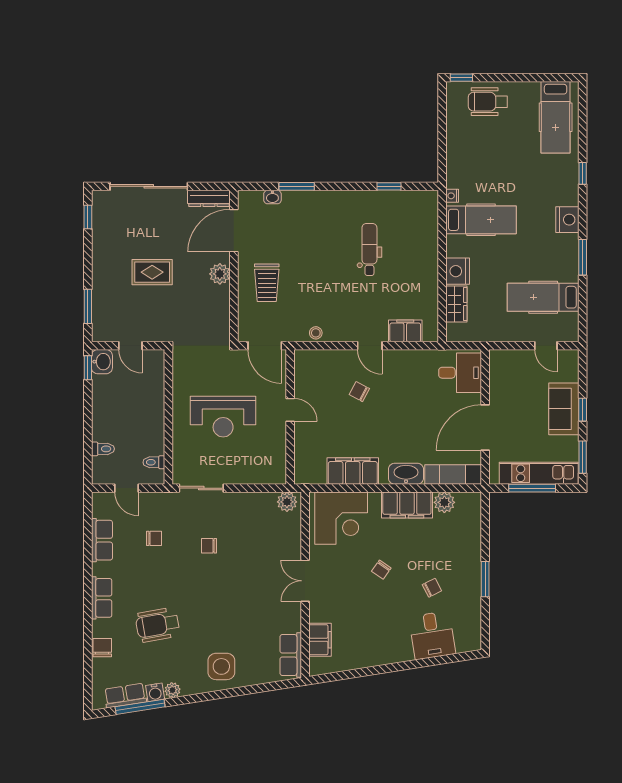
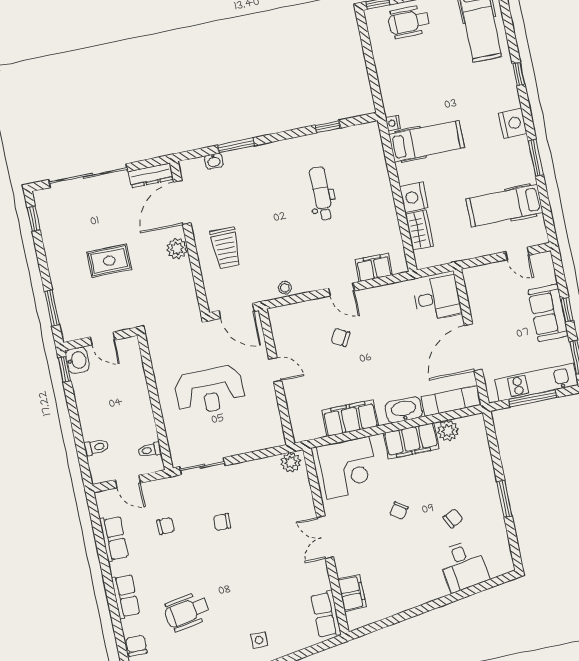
side table: (221, 666) -> (259, 640), width x0.54, depth x0.54

